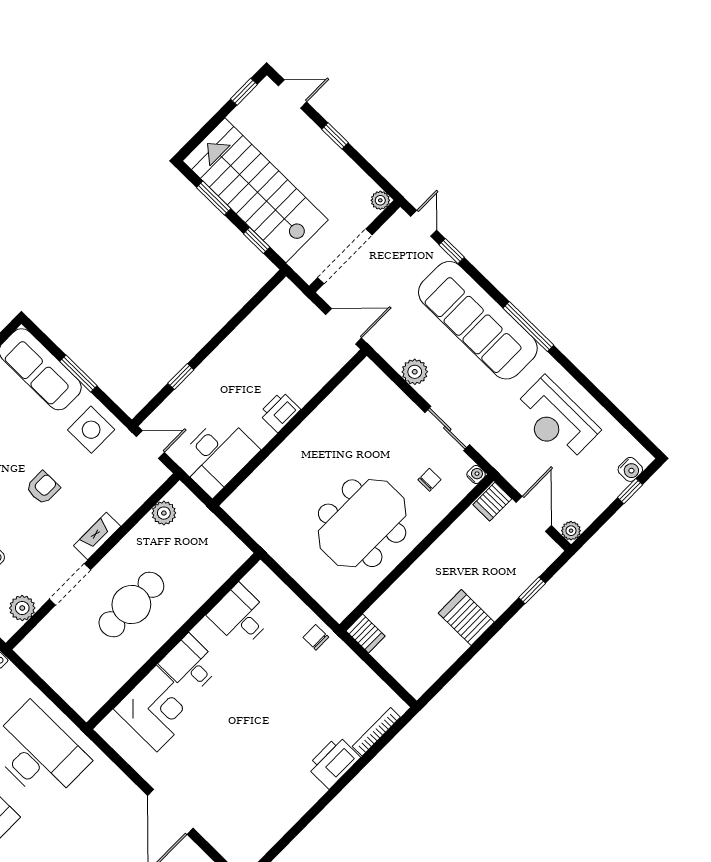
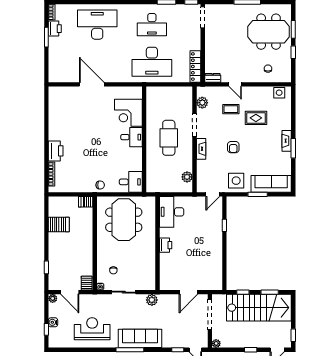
sofa: (478, 320) -> (140, 338), width x0.74, depth x0.79
printer: (280, 412) -> (166, 245), moved
wall: (290, 428) -> (157, 243), moved
desk: (217, 455) -> (172, 212), moved
water cooler: (630, 469) -> (53, 322), moved
meeting table: (362, 523) -> (124, 220), moved
desk: (240, 616) -> (131, 182), moved
server rack: (466, 618) -> (59, 224), moved

